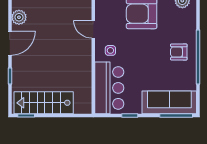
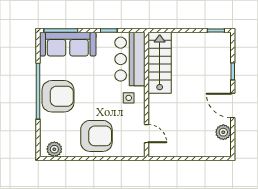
door: (93, 29) -> (146, 134), moved
door: (10, 43) -> (233, 105), hinge flipped
armchair: (179, 52) -> (58, 96), width x1.88, depth x1.88
stairs: (44, 103) -> (160, 63), moved, turned -90

